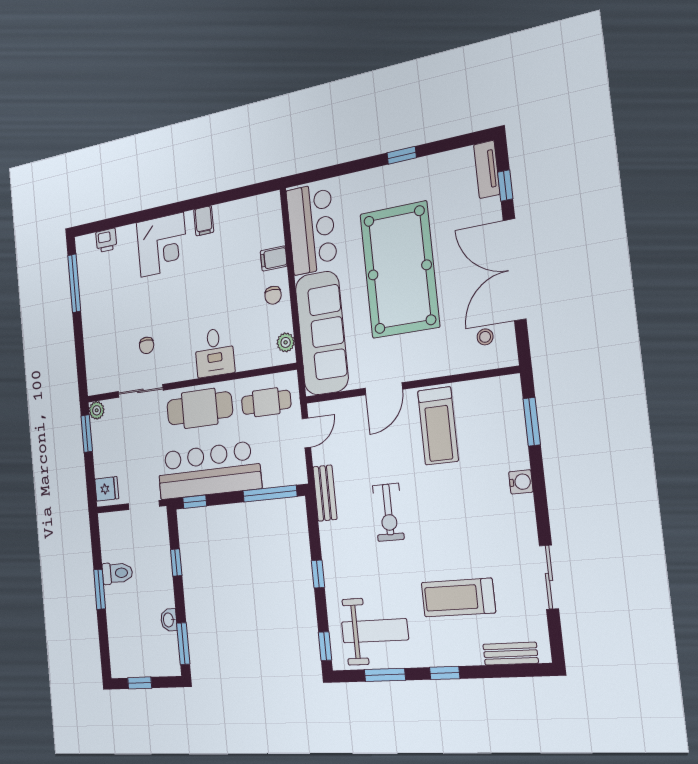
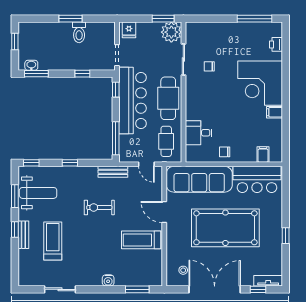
corner desk: (162, 245) -> (260, 83), width x1.36, depth x1.36
filing cabinet: (274, 258) -> (263, 154), moved
plant: (286, 342) -> (197, 157), removed
desk: (214, 352) -> (199, 133), moved
plant: (97, 410) -> (171, 32), width x1.87, depth x1.87
washbasin: (169, 620) -> (31, 65), moved
weight bench: (375, 631) -> (38, 193), turned -90
bench: (510, 654) -> (23, 235), moved

